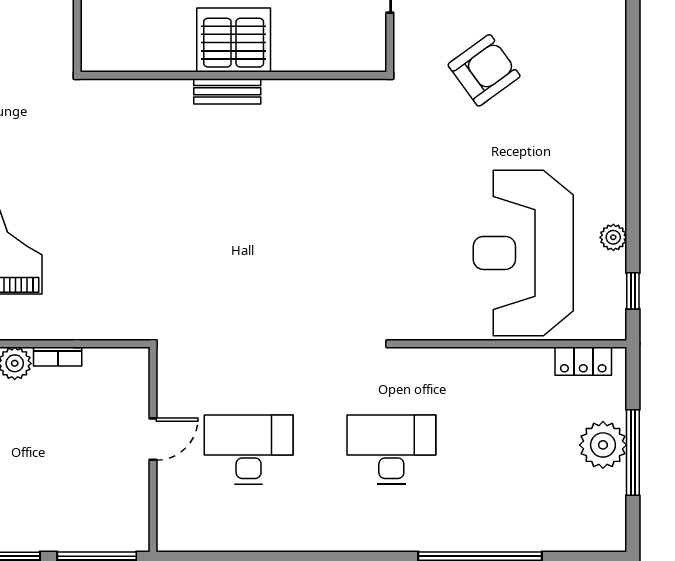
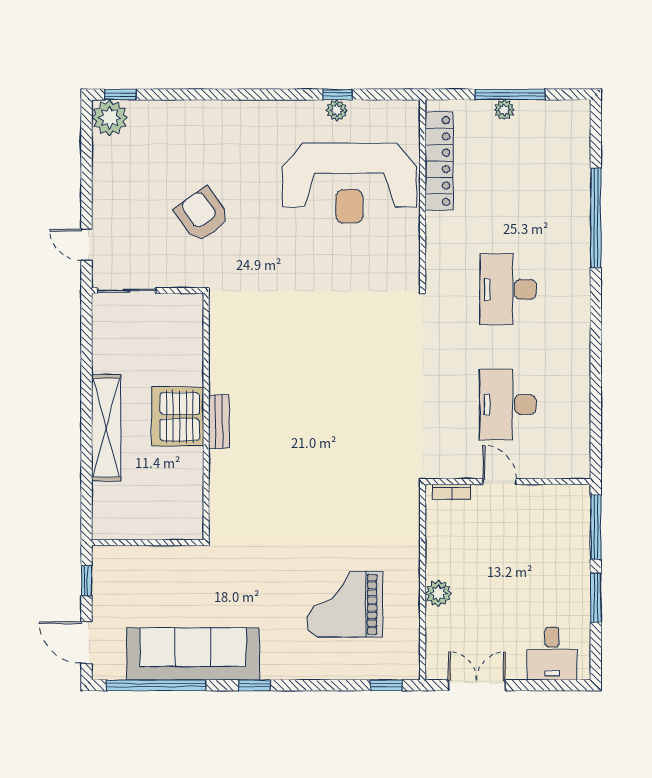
window: (633, 291) -> (338, 95), moved
bookcase: (58, 356) -> (452, 492), moved, turned 90
locker: (583, 361) -> (439, 161), width x2.16, depth x1.21
plant: (603, 445) -> (504, 110), width x0.53, depth x0.53

